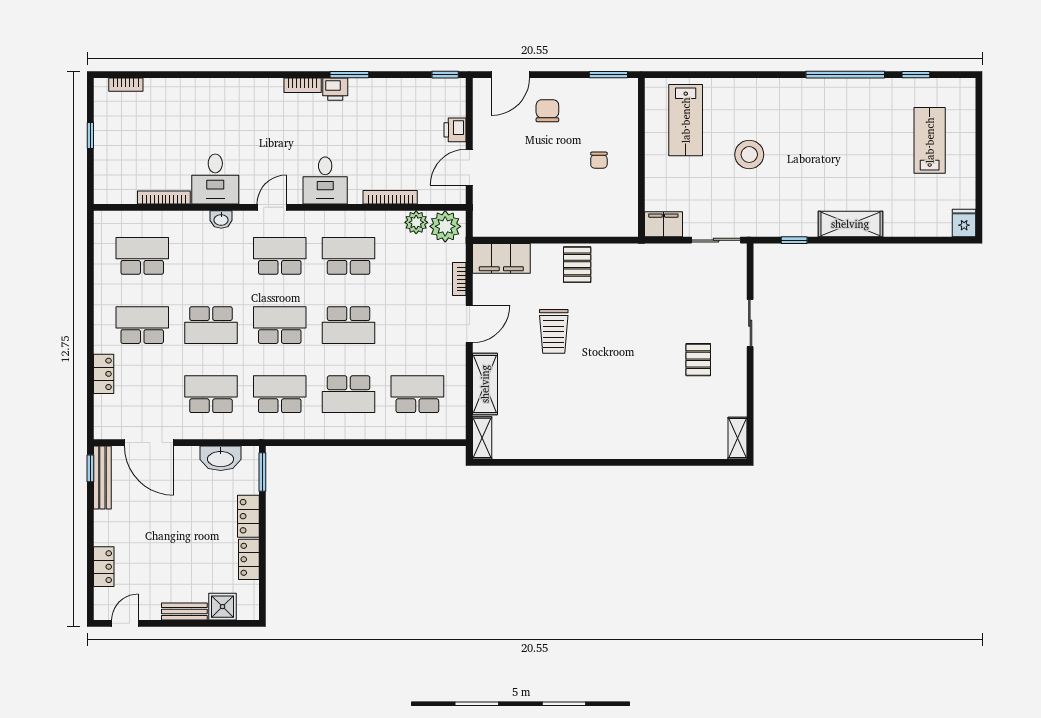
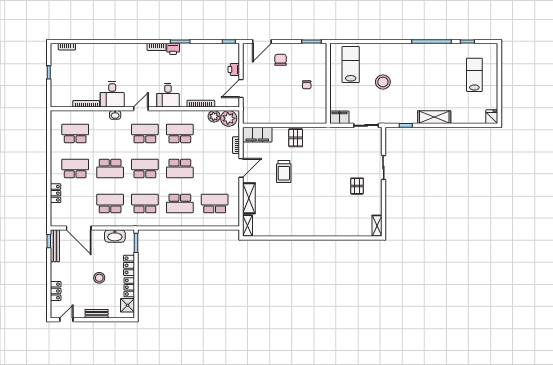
lab bench: (686, 120) -> (351, 65), turned 180
stool: (190, 541) -> (99, 278), added
shower: (223, 607) -> (128, 305), moved

